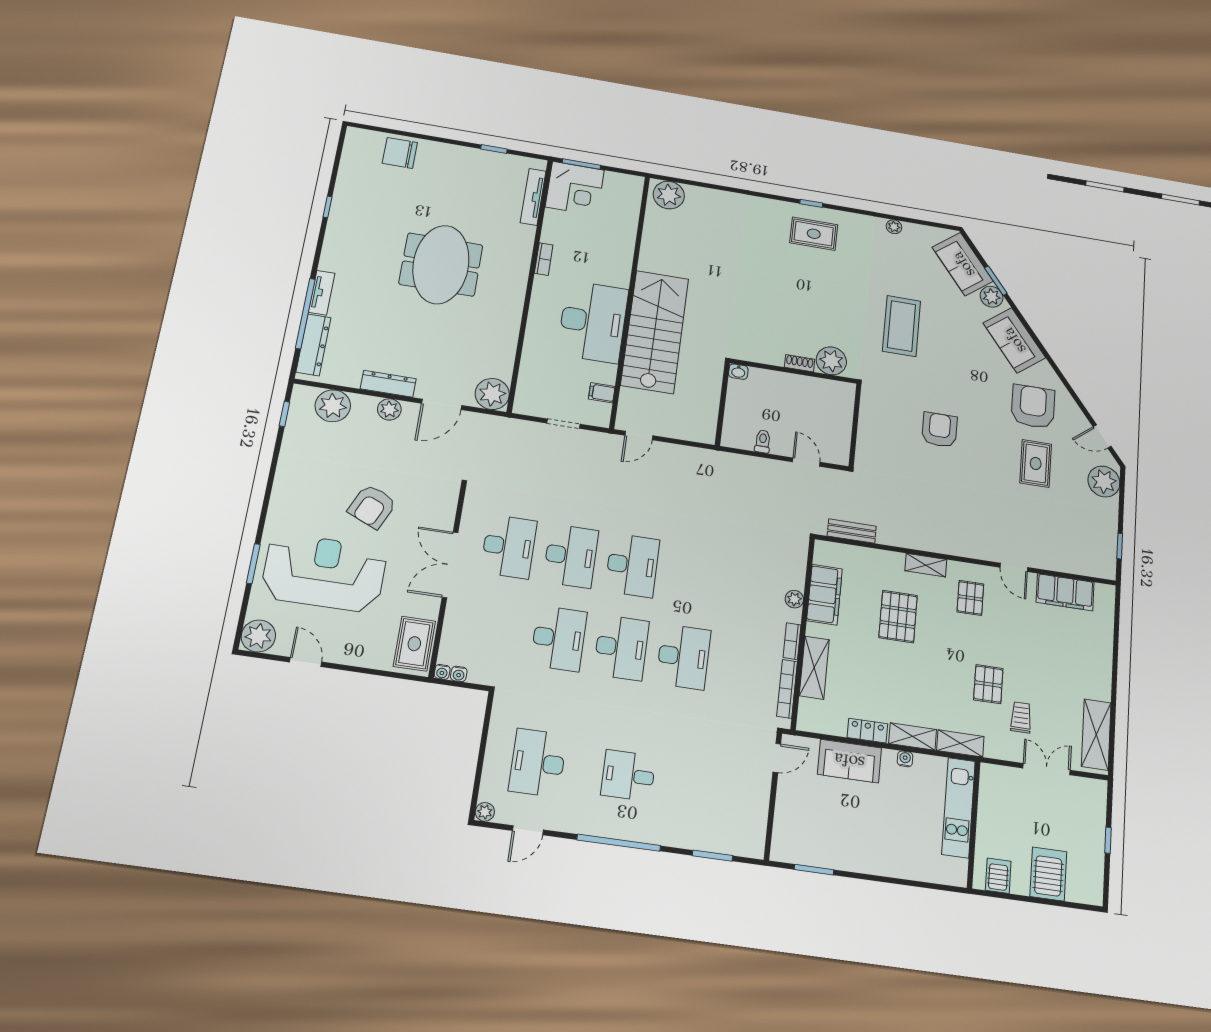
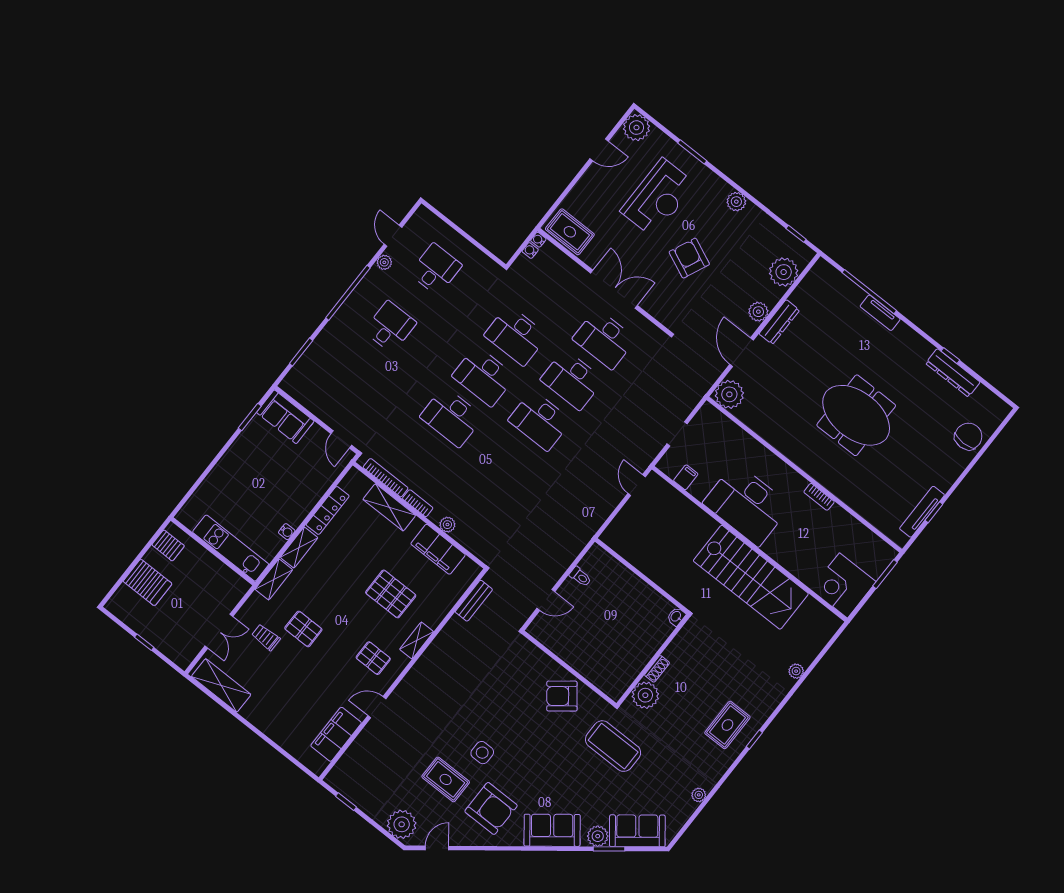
corner desk: (575, 188) -> (843, 585), moved
plant: (669, 195) -> (796, 671), moved, width x0.53, depth x0.53
tv unit: (533, 197) -> (922, 512), moved, turned -90
stairs: (655, 332) -> (751, 577), moved
dresser: (313, 345) -> (953, 373), moved
plant: (831, 361) -> (645, 695), moved
shoe rack: (800, 363) -> (657, 669), moved
wall: (794, 371) -> (653, 660), moved
washbasin: (738, 372) -> (676, 616), moved
armchair: (940, 430) -> (562, 696), moved, turned 142
side table: (988, 443) -> (482, 753), added
plant: (283, 491) -> (736, 202), added
reception desk: (324, 573) -> (658, 197), width x0.74, depth x0.77
trolley: (1021, 717) -> (266, 637), turned 180
locker: (867, 731) -> (328, 510), width x1.53
sofa: (849, 761) -> (285, 417), moved, turned -90
desk: (538, 763) -> (436, 269), width x0.73
plant: (485, 812) -> (384, 262), moved

